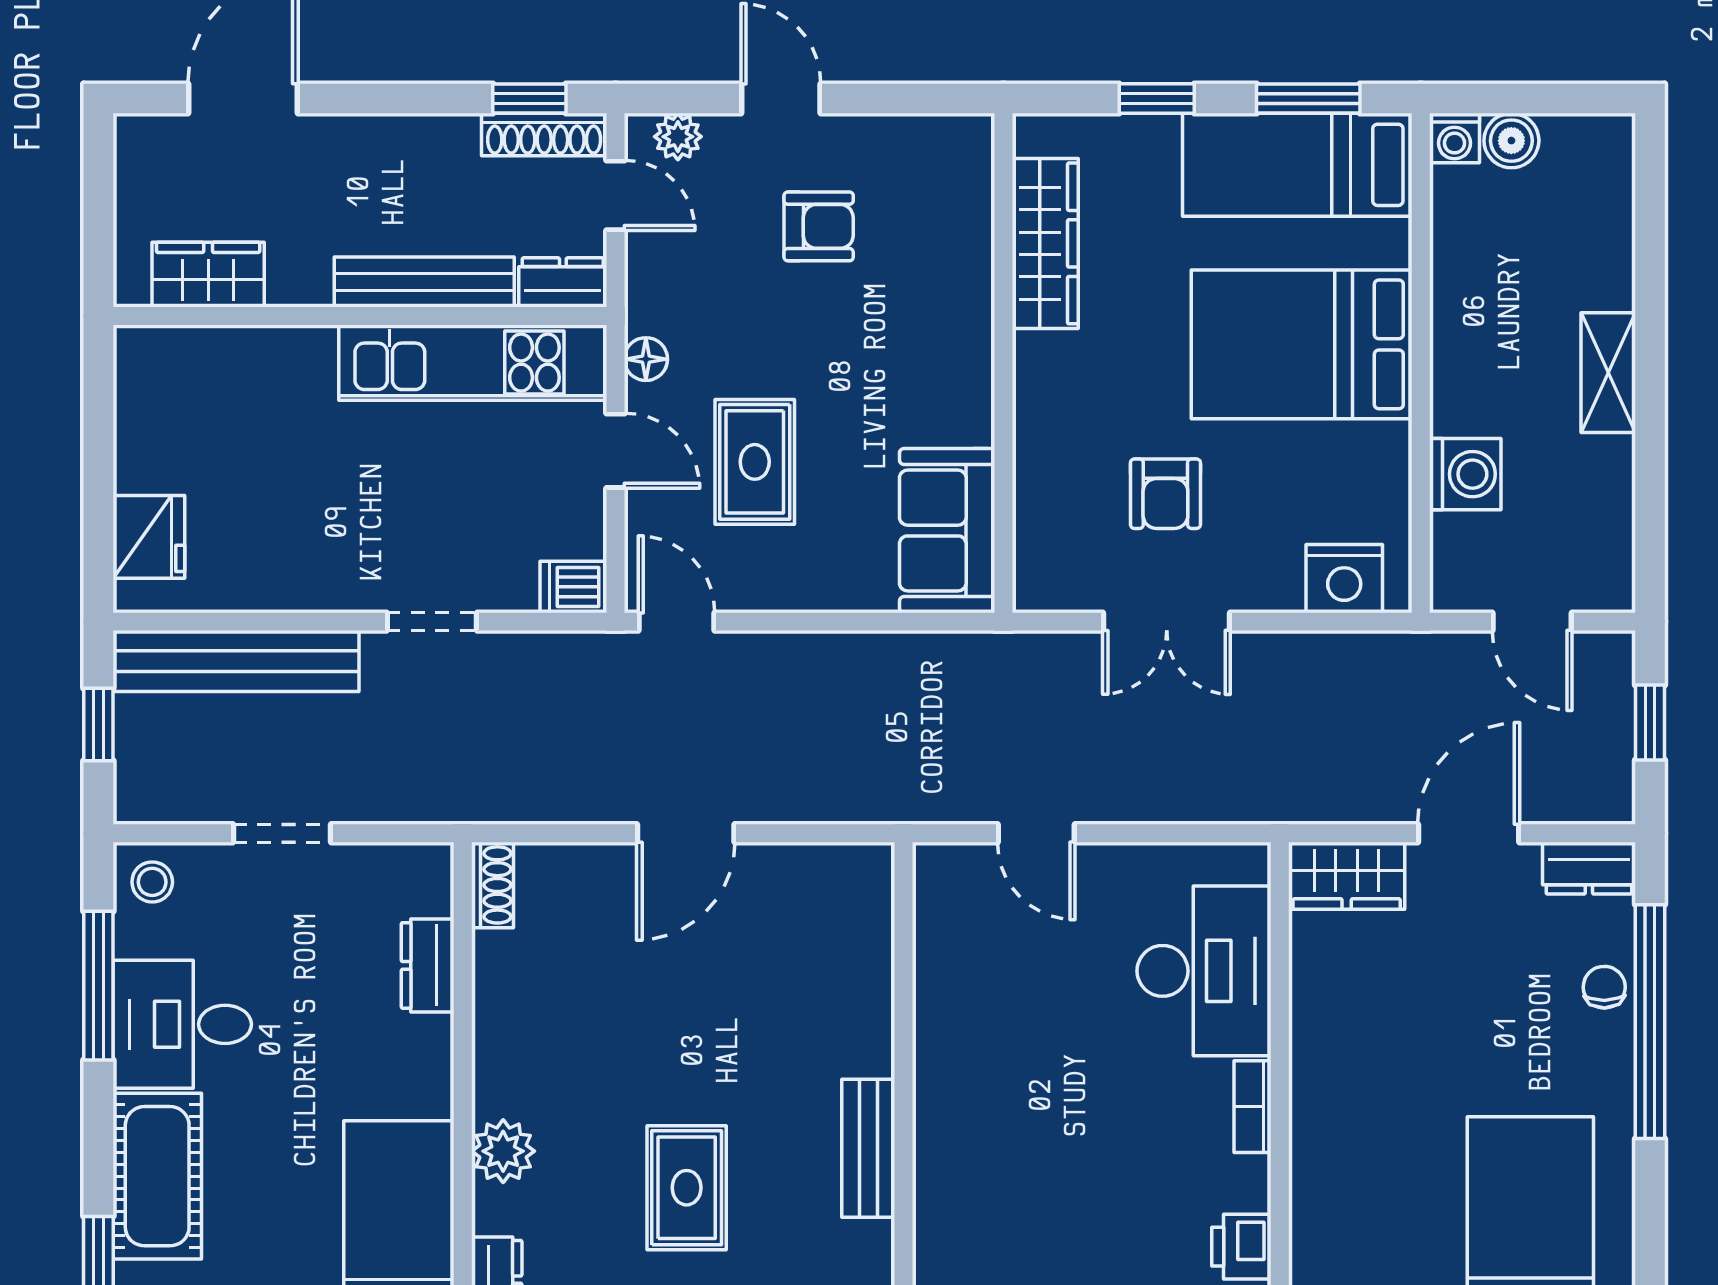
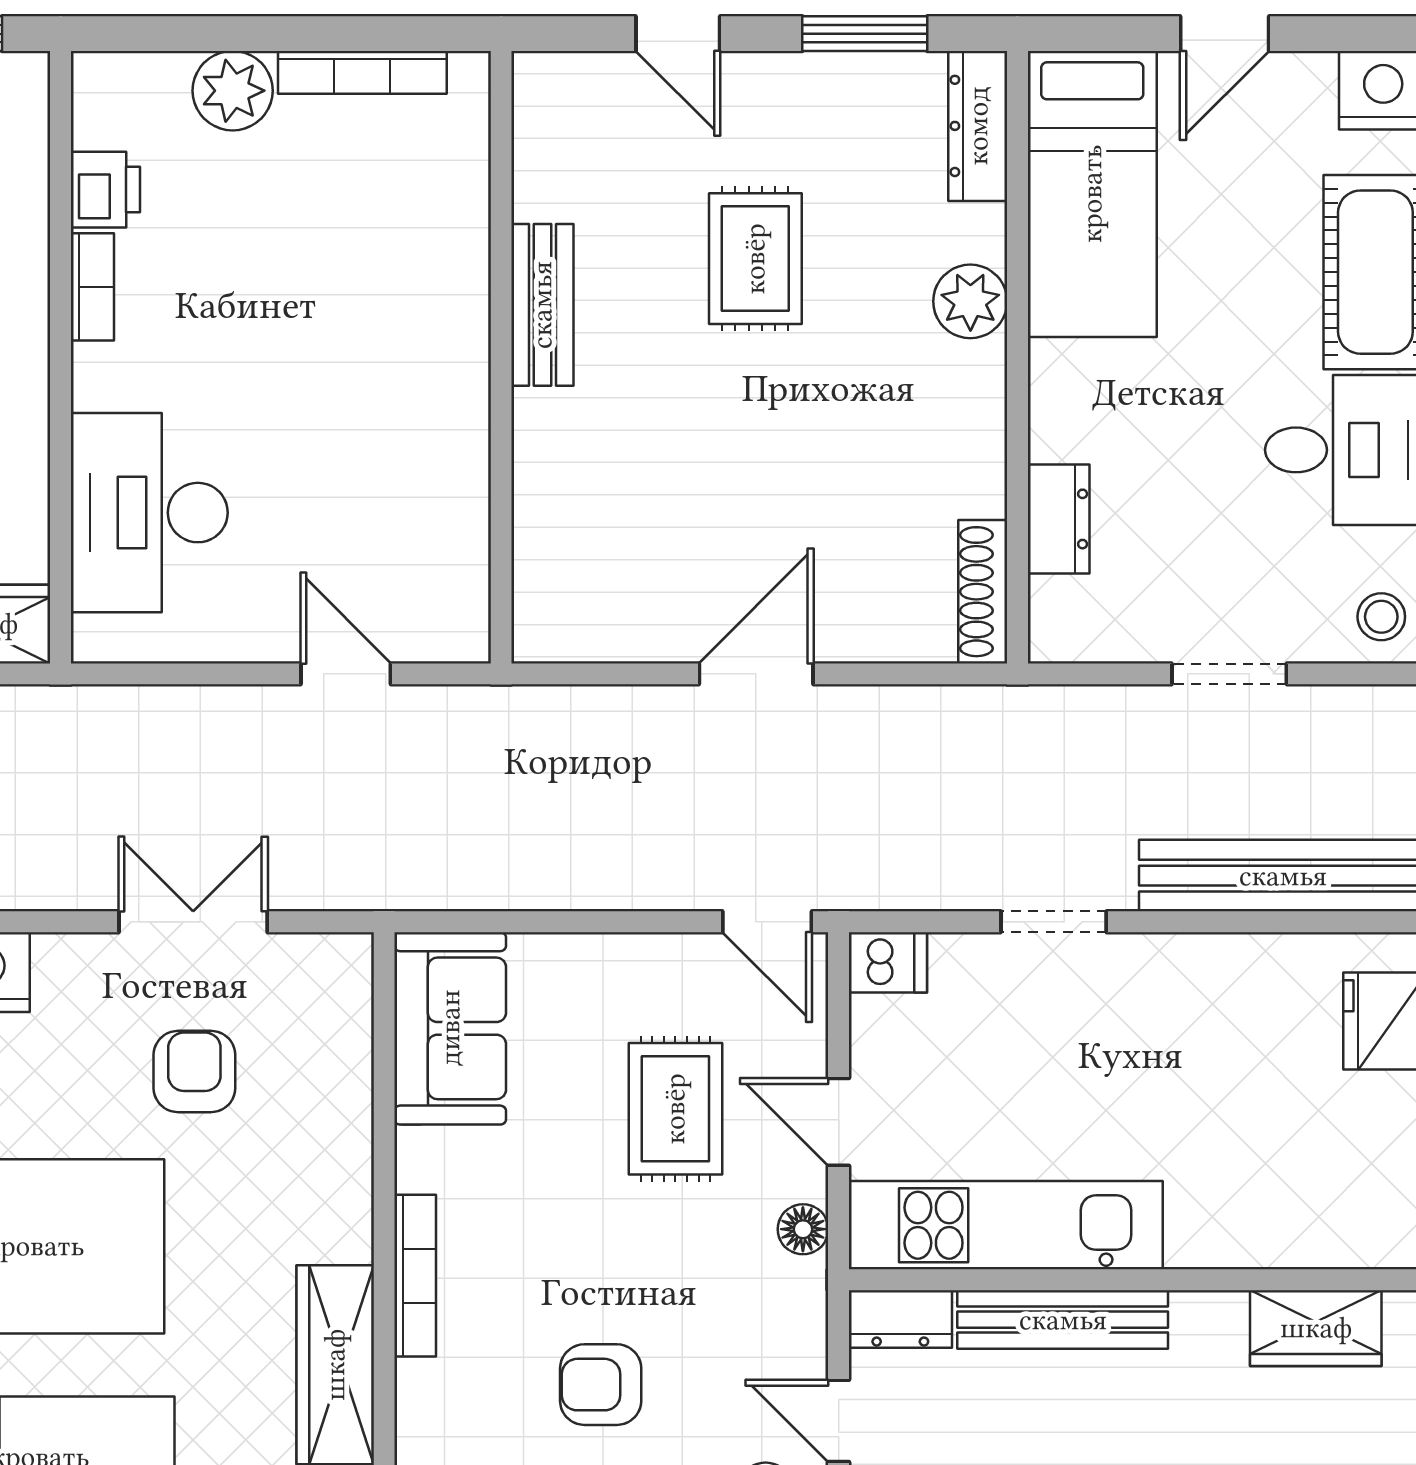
bookcase: (977, 319) -> (415, 1276), added
shoe rack: (492, 885) -> (983, 592), width x1.43
bookcase: (1253, 1107) -> (92, 287), moved

